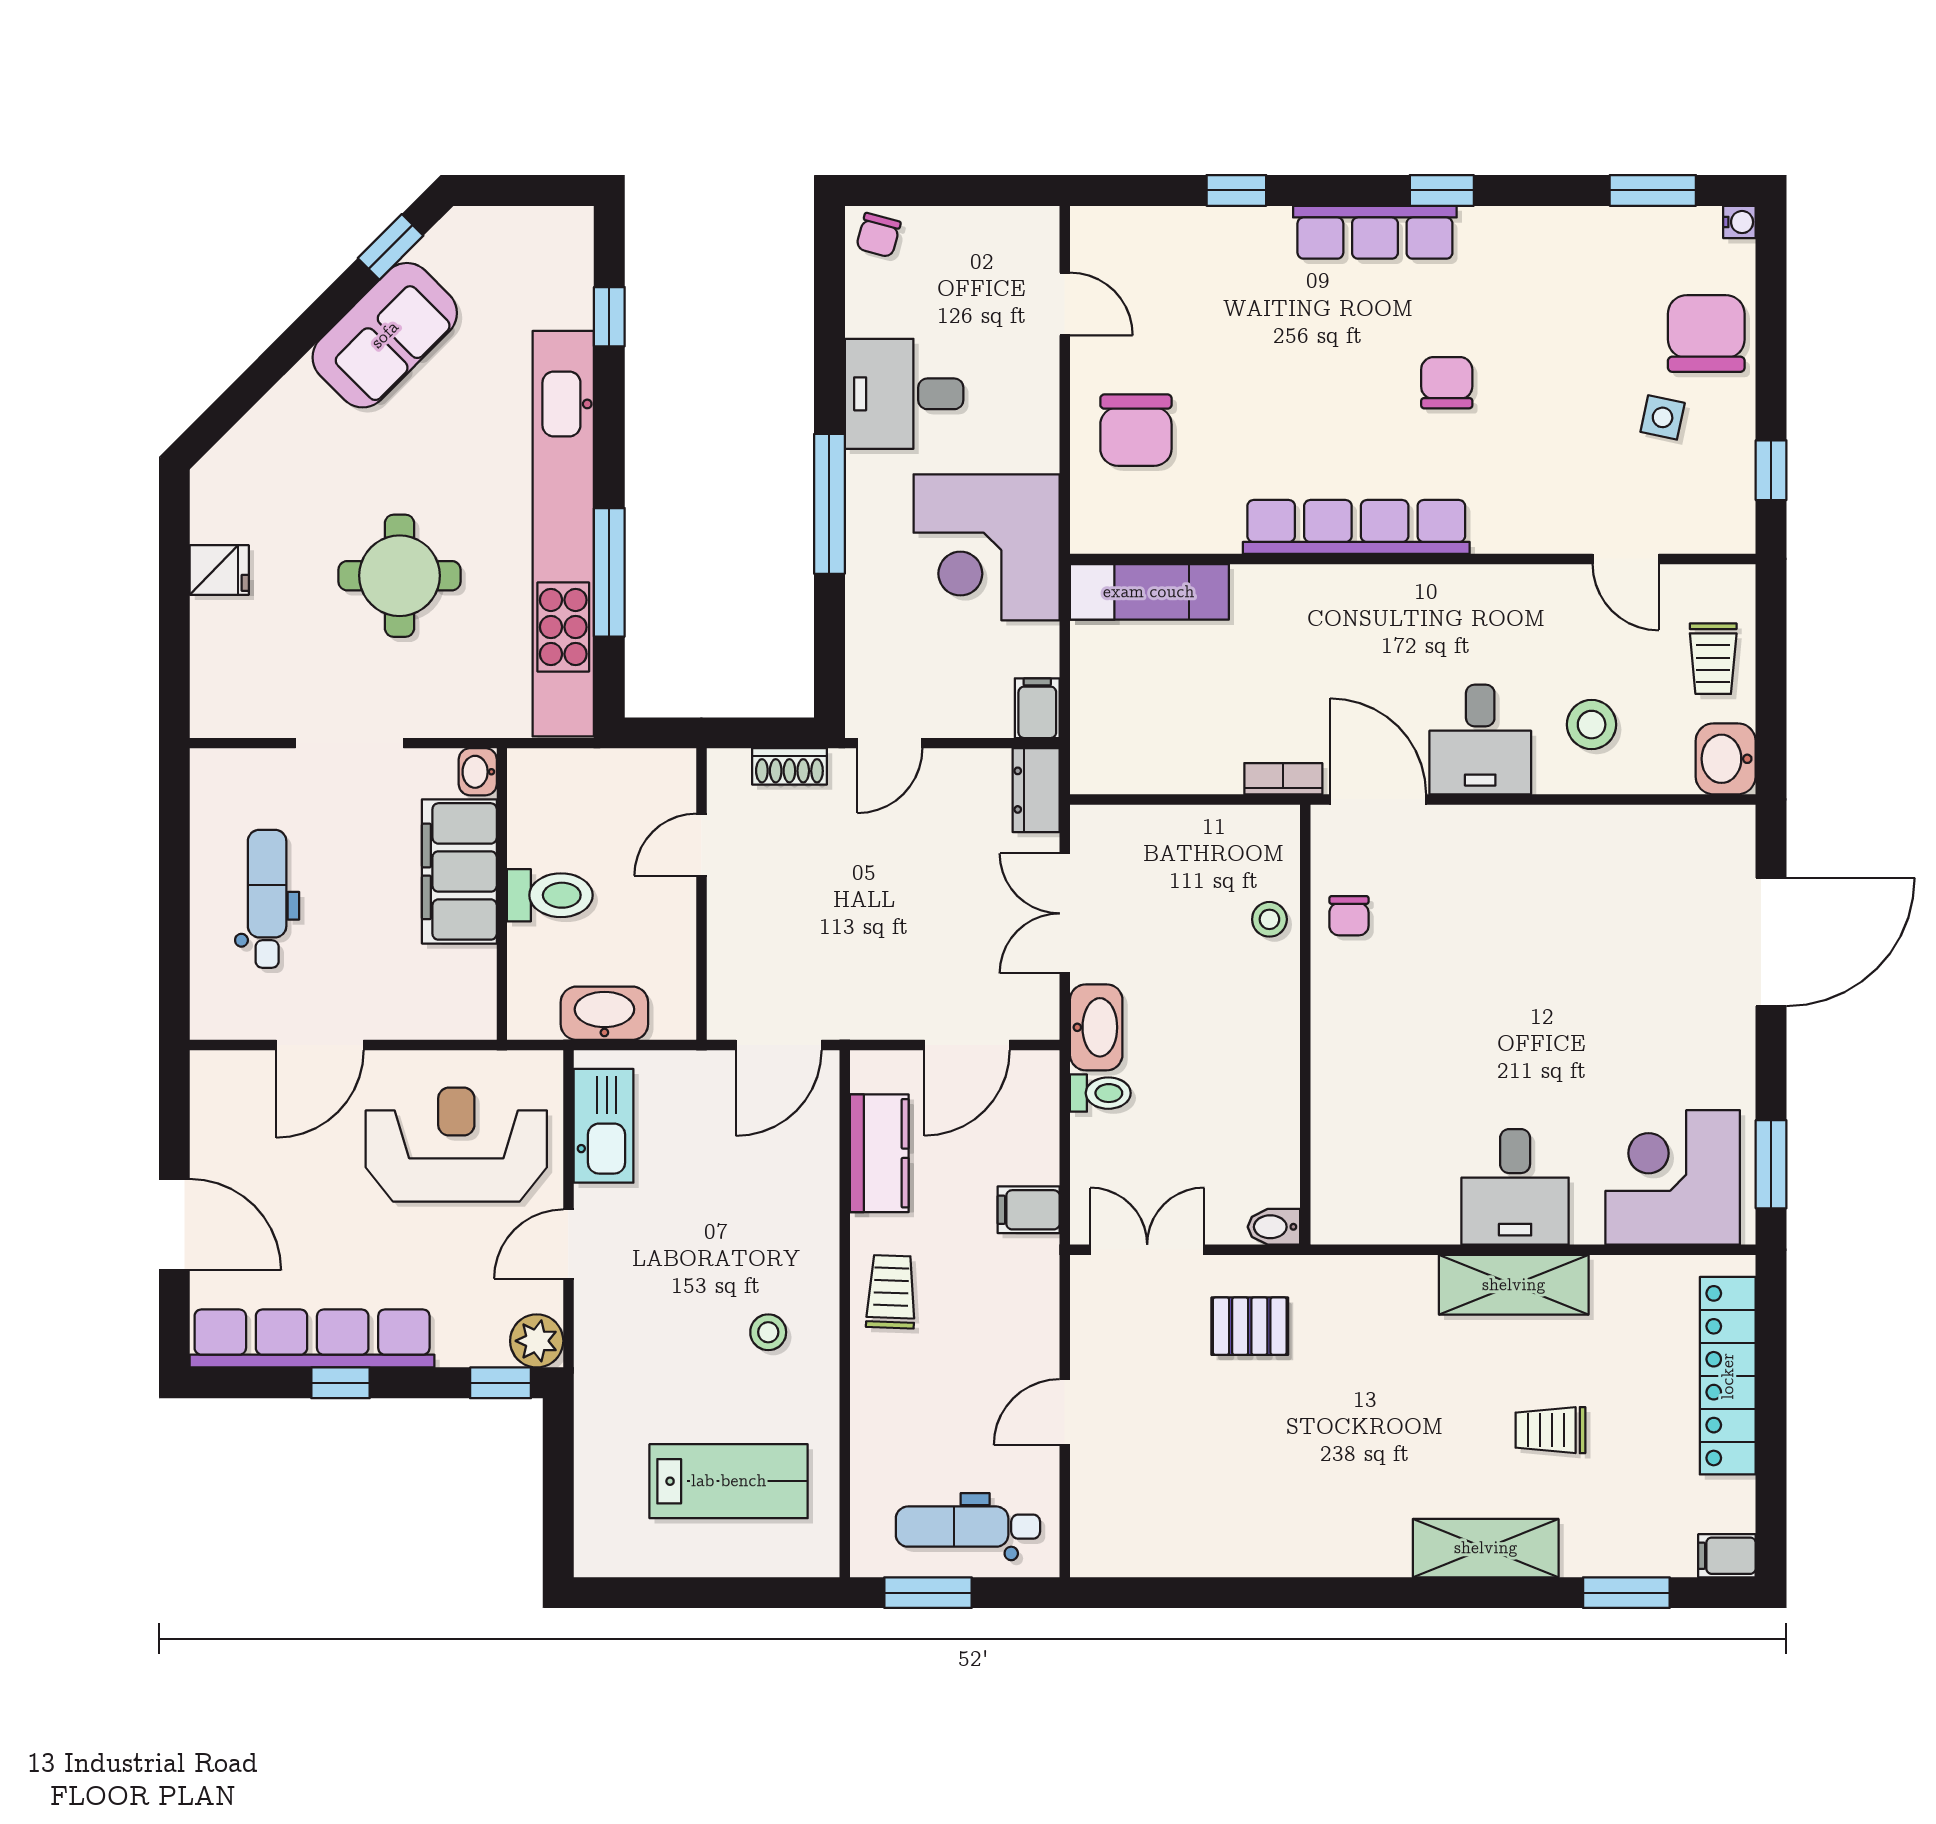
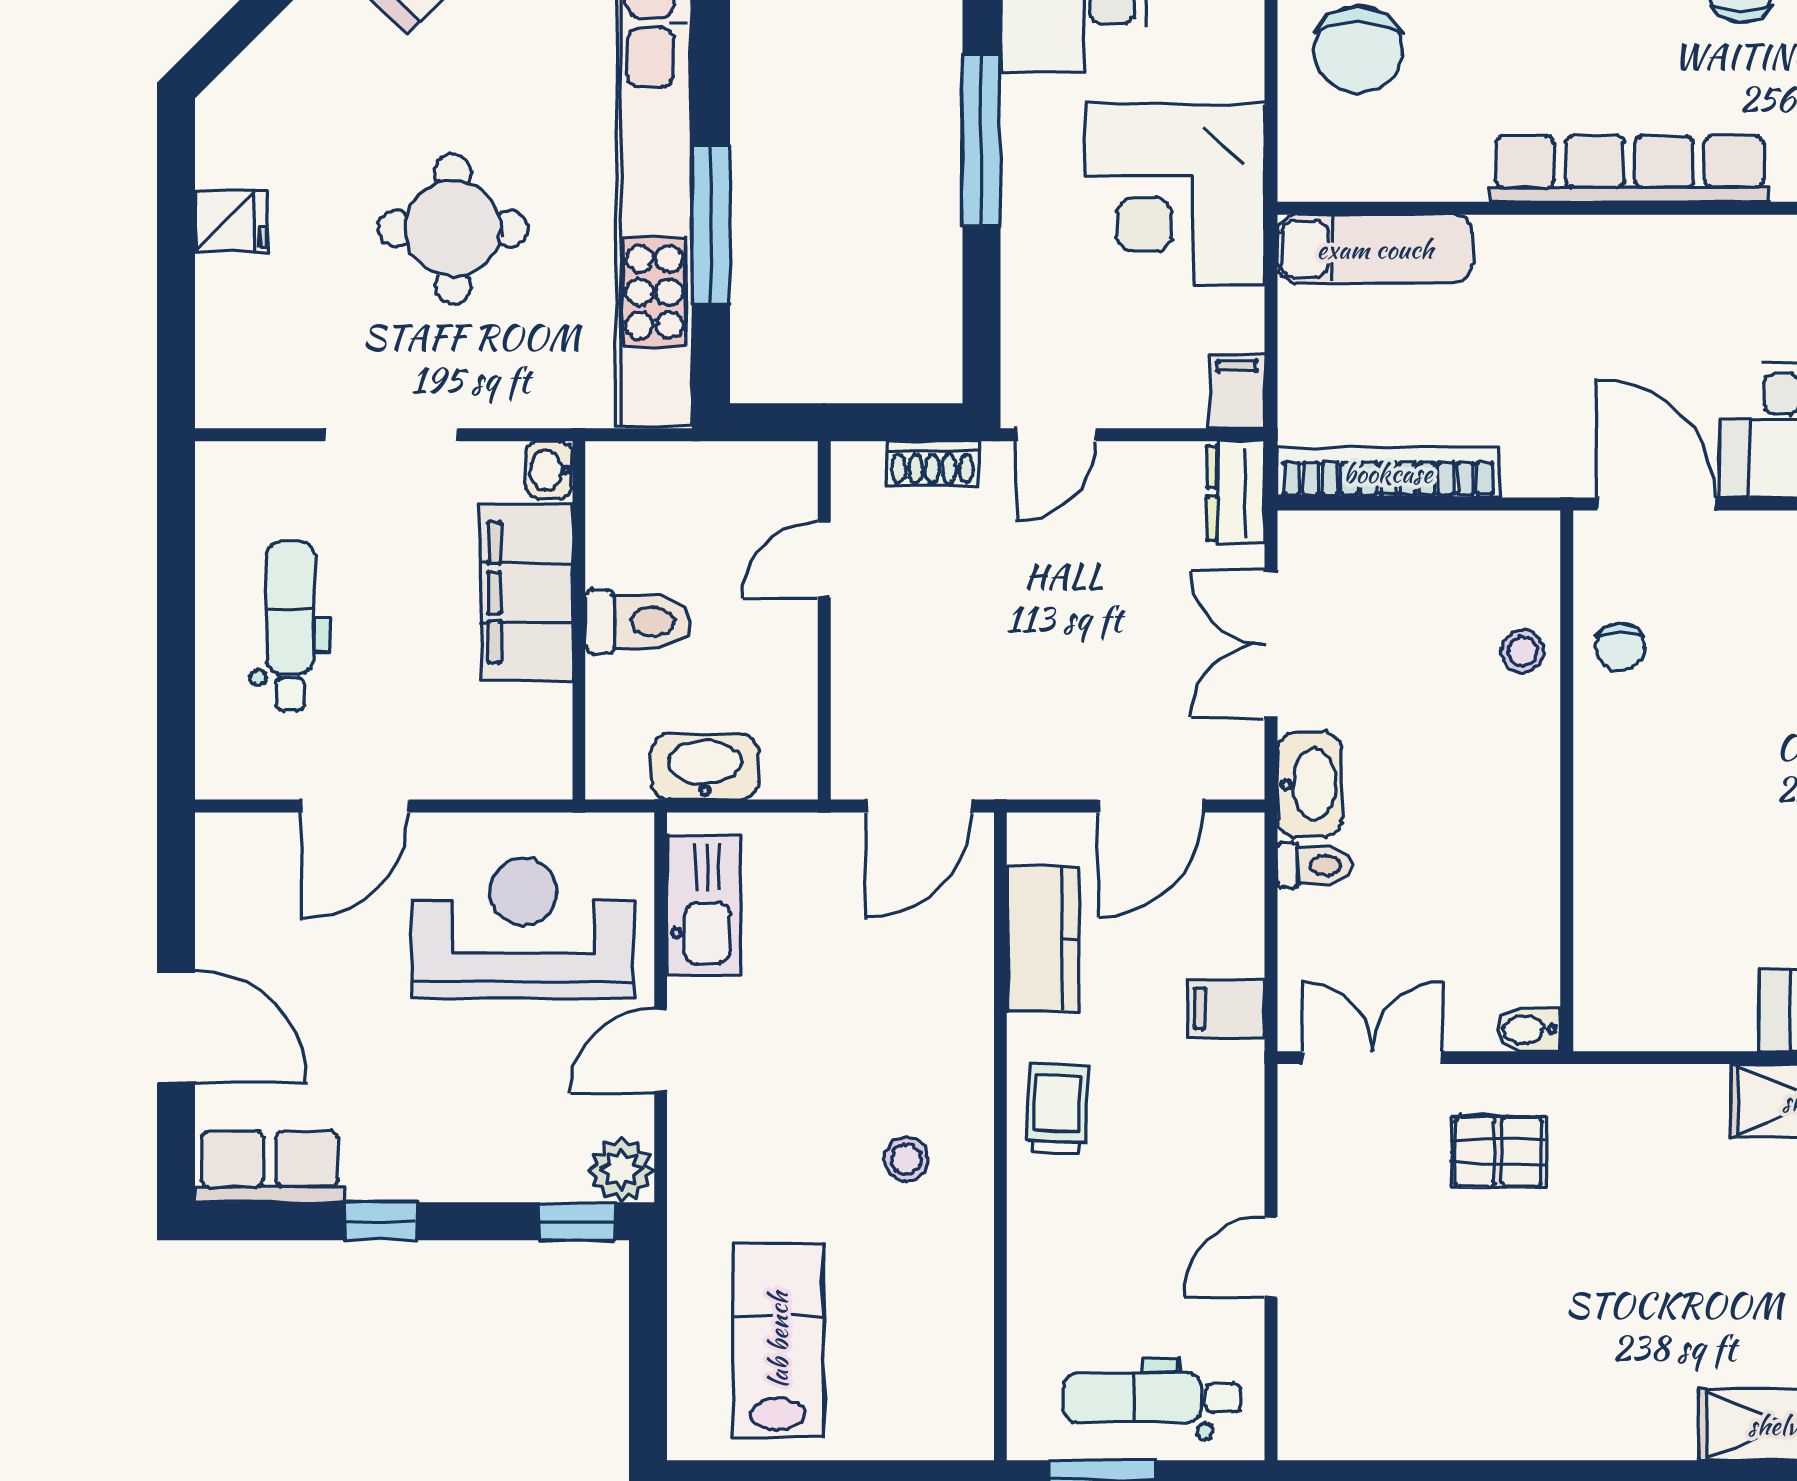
bookcase: (1283, 779) -> (1388, 473), moved, width x2.31, depth x1.31
row of seats: (312, 1338) -> (270, 1167), width x0.50
lab bench: (729, 1481) -> (778, 1340), moved, turned -90

